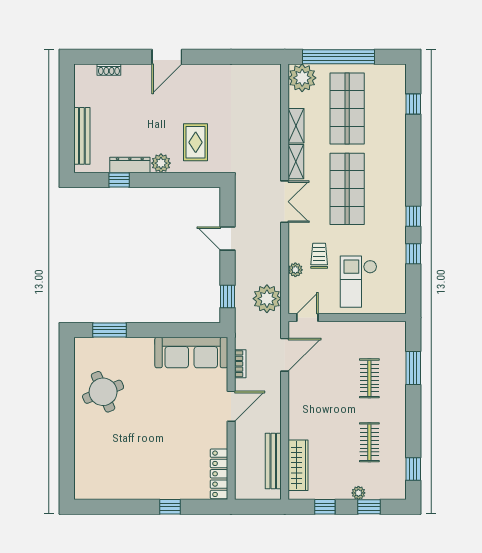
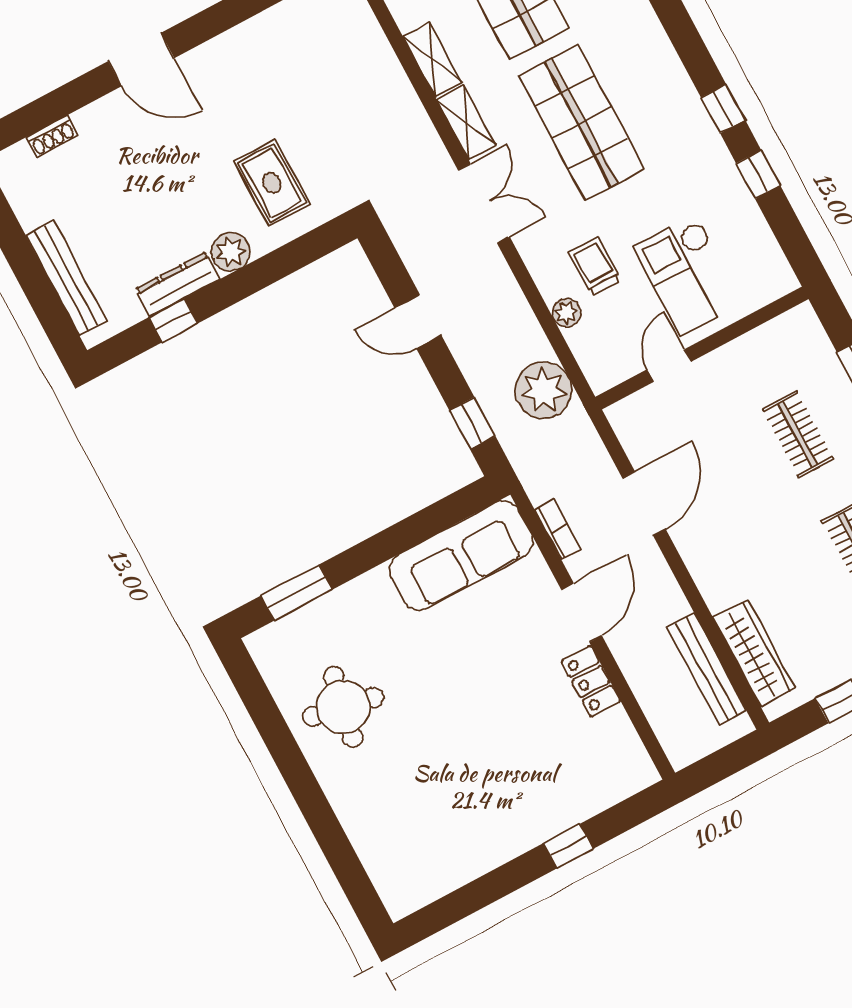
door: (167, 57) -> (141, 60), hinge flipped
door: (307, 317) -> (669, 365), moved
door: (285, 355) -> (644, 504), moved
round table: (103, 392) -> (343, 707), turned 33
locker: (219, 474) -> (591, 681), moved, width x0.66

